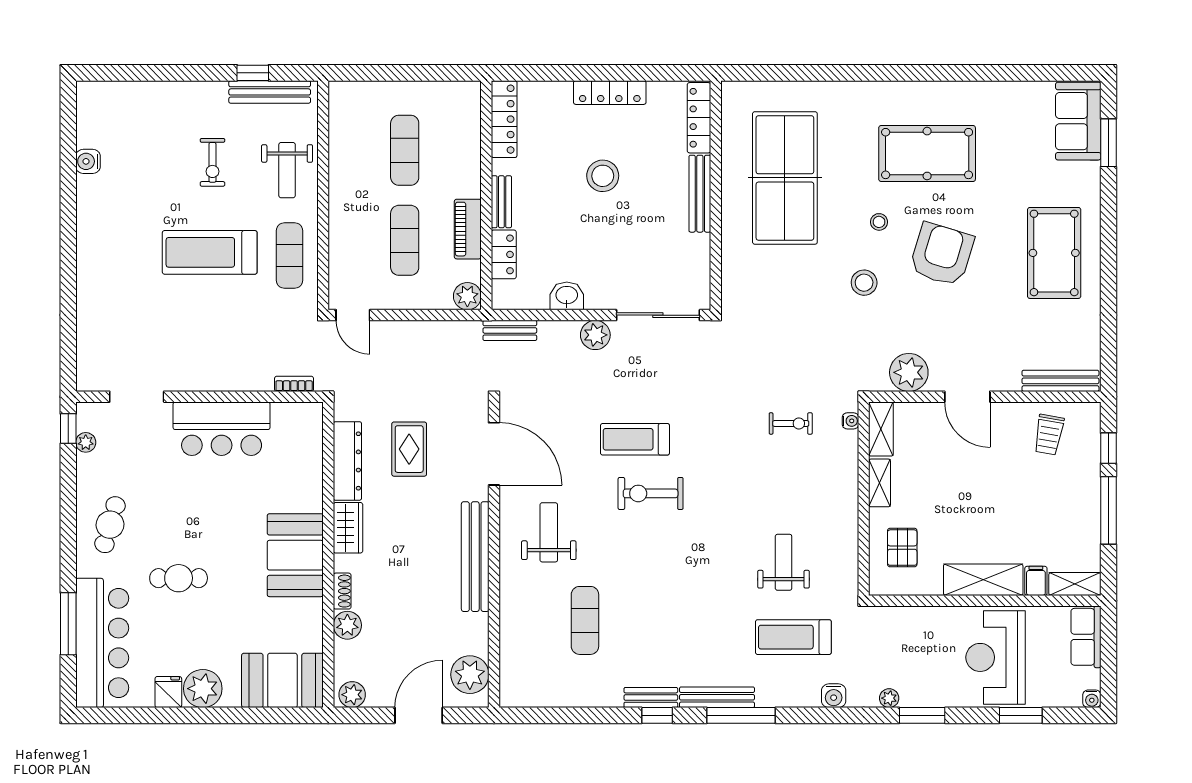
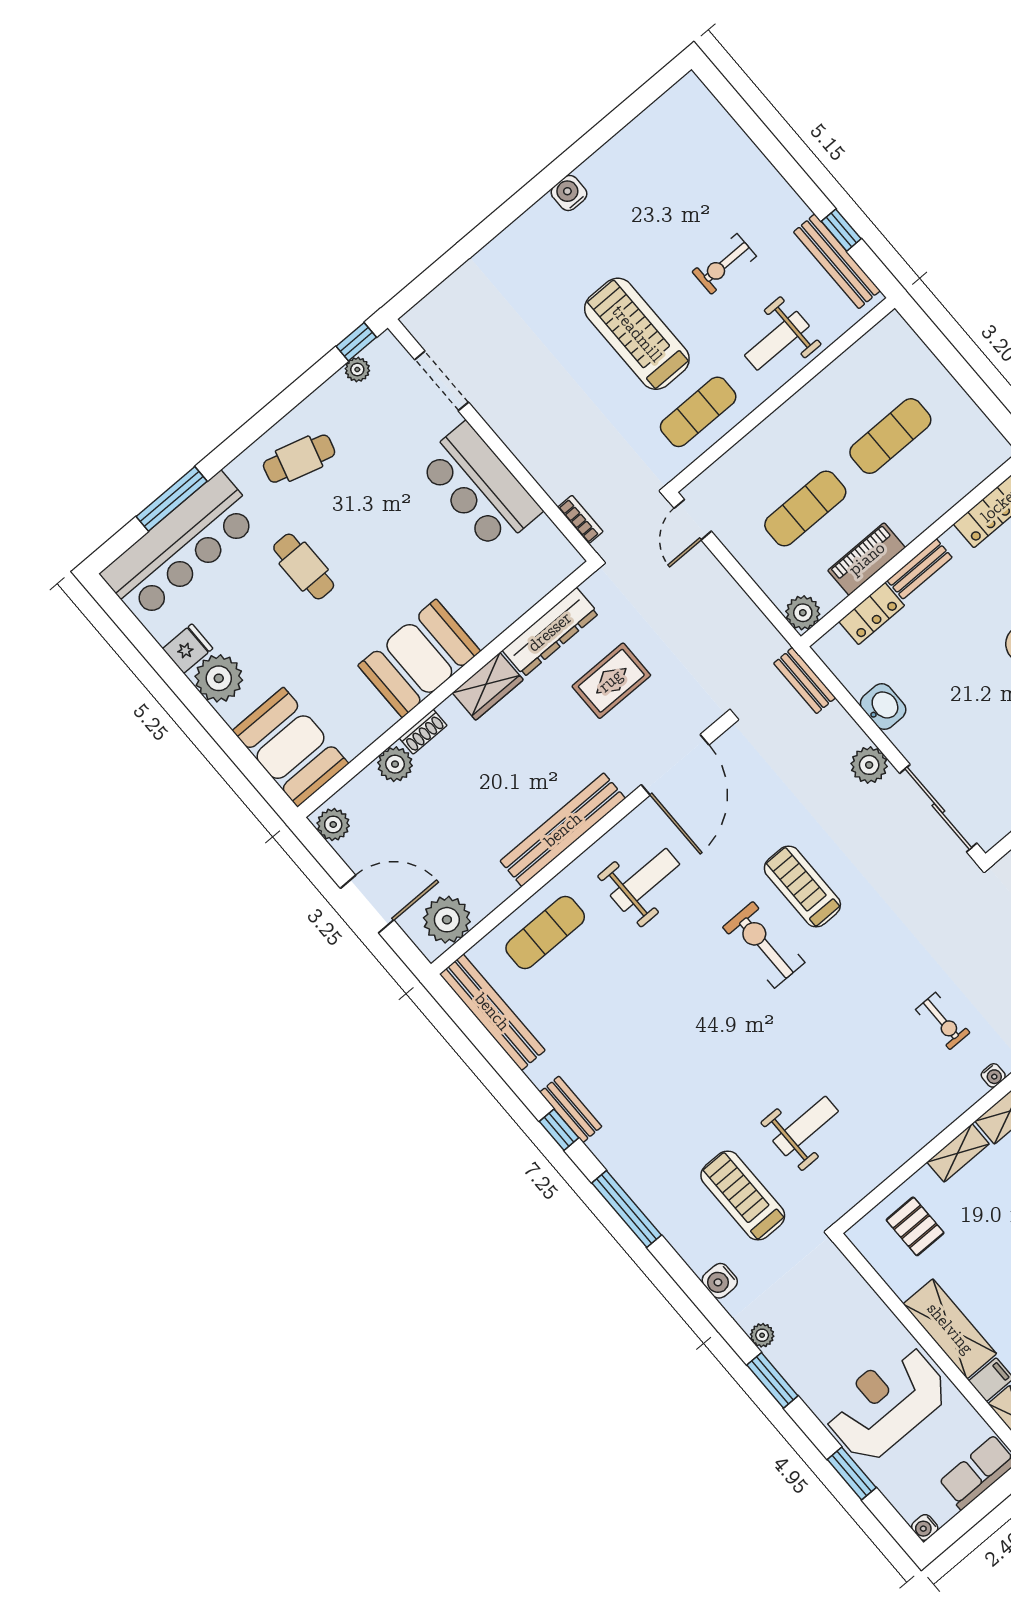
water cooler: (88, 161) -> (569, 193), moved
pallet: (902, 548) -> (915, 1226), turned 90
exercise mat: (585, 620) -> (545, 932), moved
bench: (717, 697) -> (492, 1012), moved, width x1.37, depth x1.21

